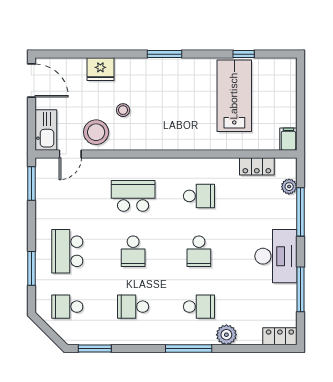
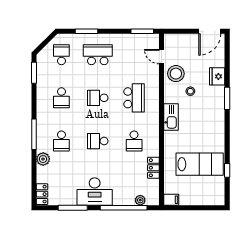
window: (165, 54) -> (227, 98), moved
kitchen sink: (46, 130) -> (171, 117), moved, turned -90
locker: (257, 166) -> (153, 168), moved
window: (301, 212) -> (124, 208), width x1.46
school desk: (133, 307) -> (61, 98), turned 180

